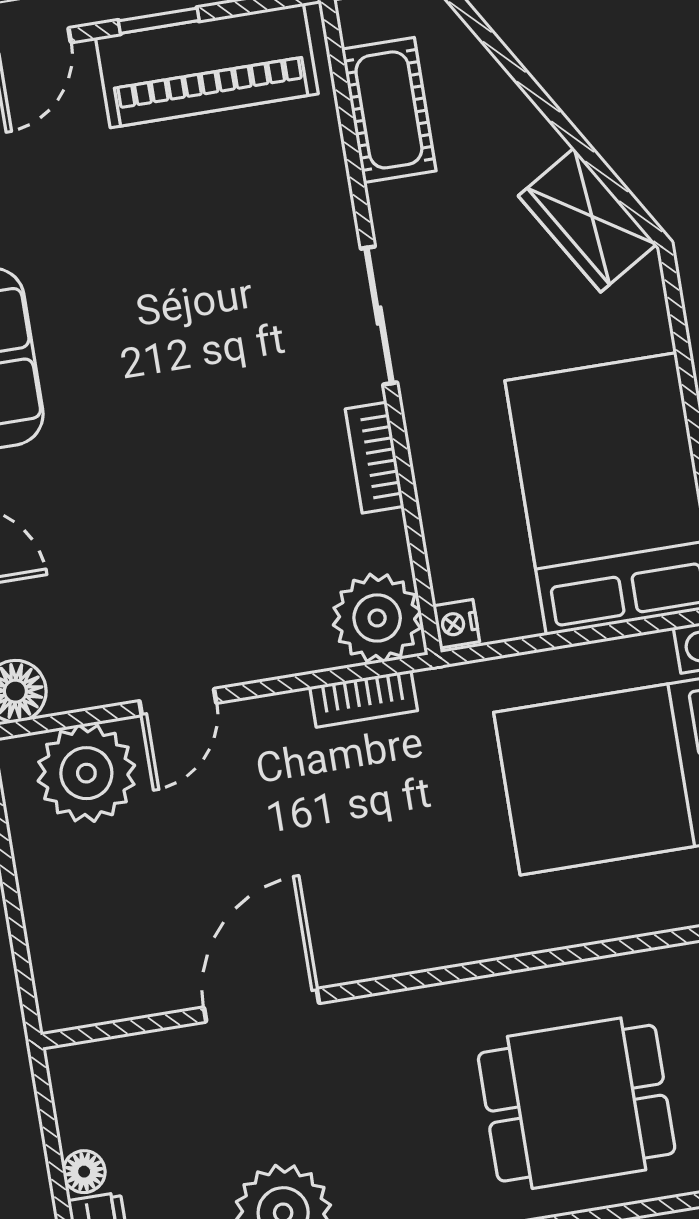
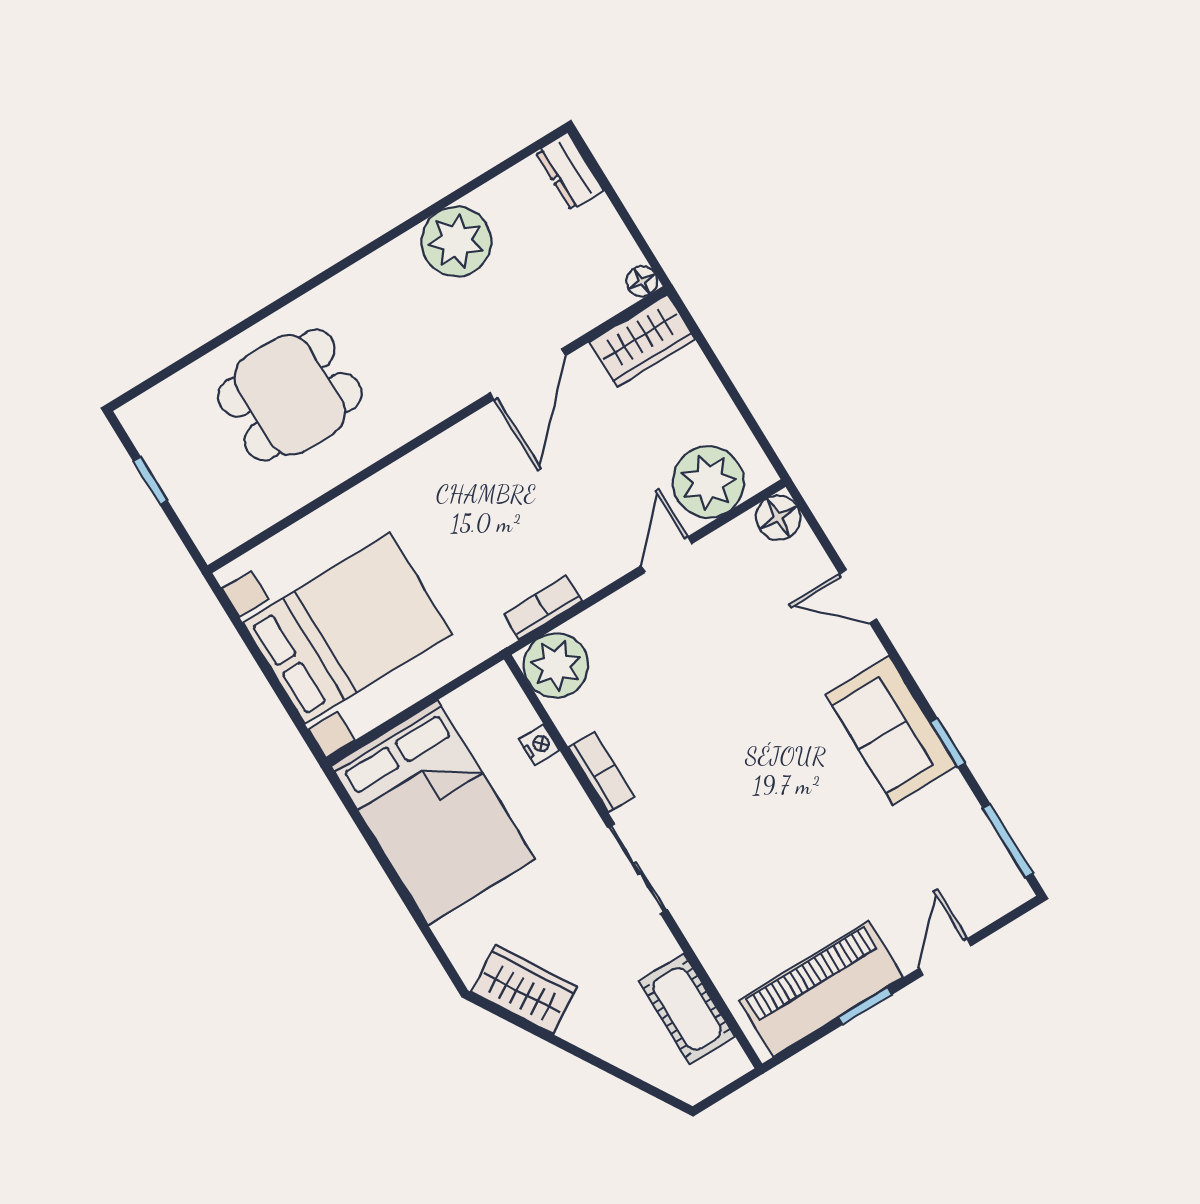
nightstand: (456, 624) -> (539, 745), moved
wardrobe: (97, 989) -> (642, 341), added
floor lamp: (84, 1172) -> (642, 281), moved

